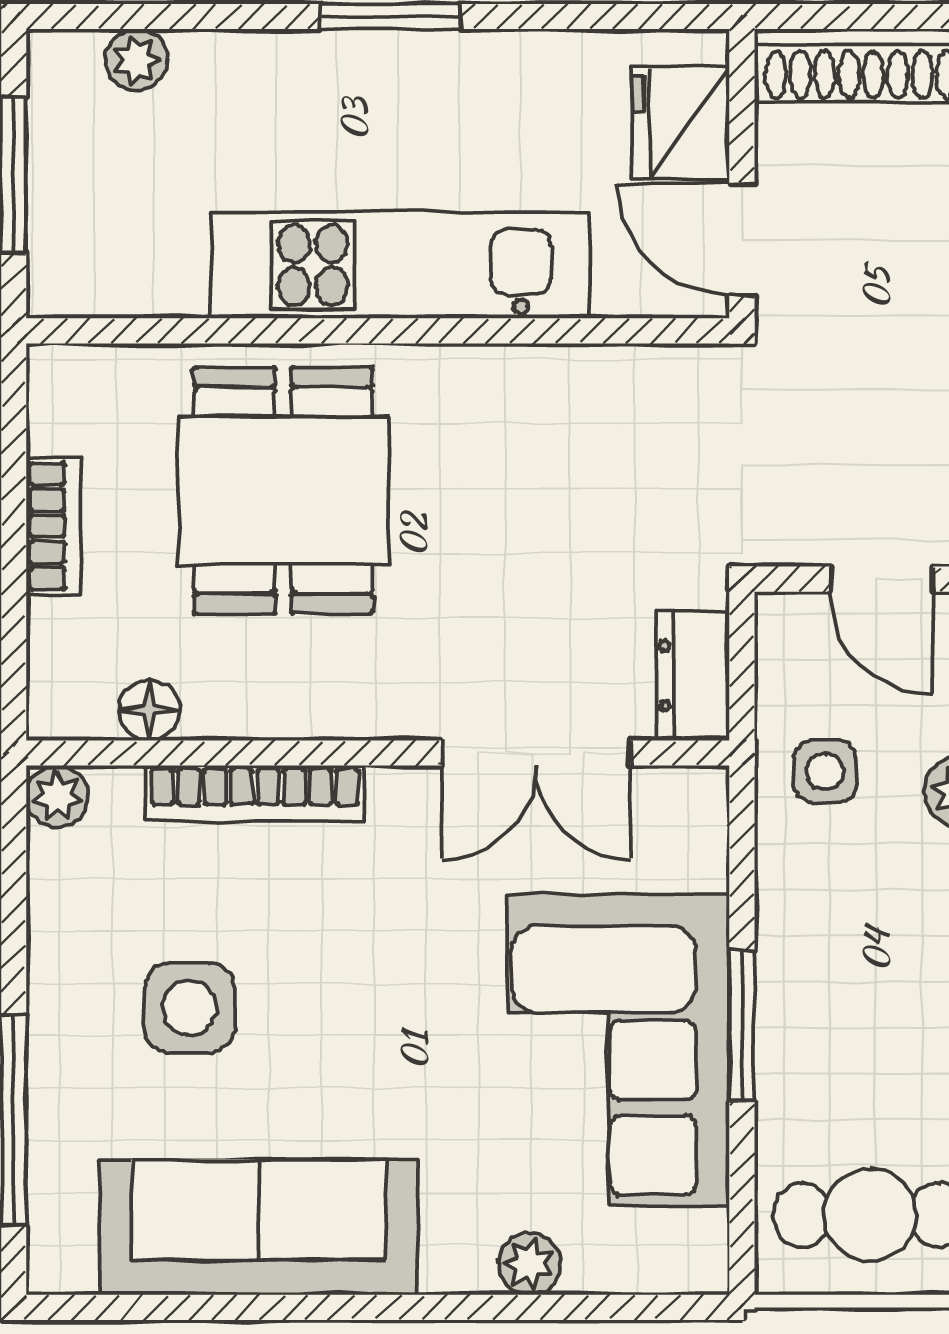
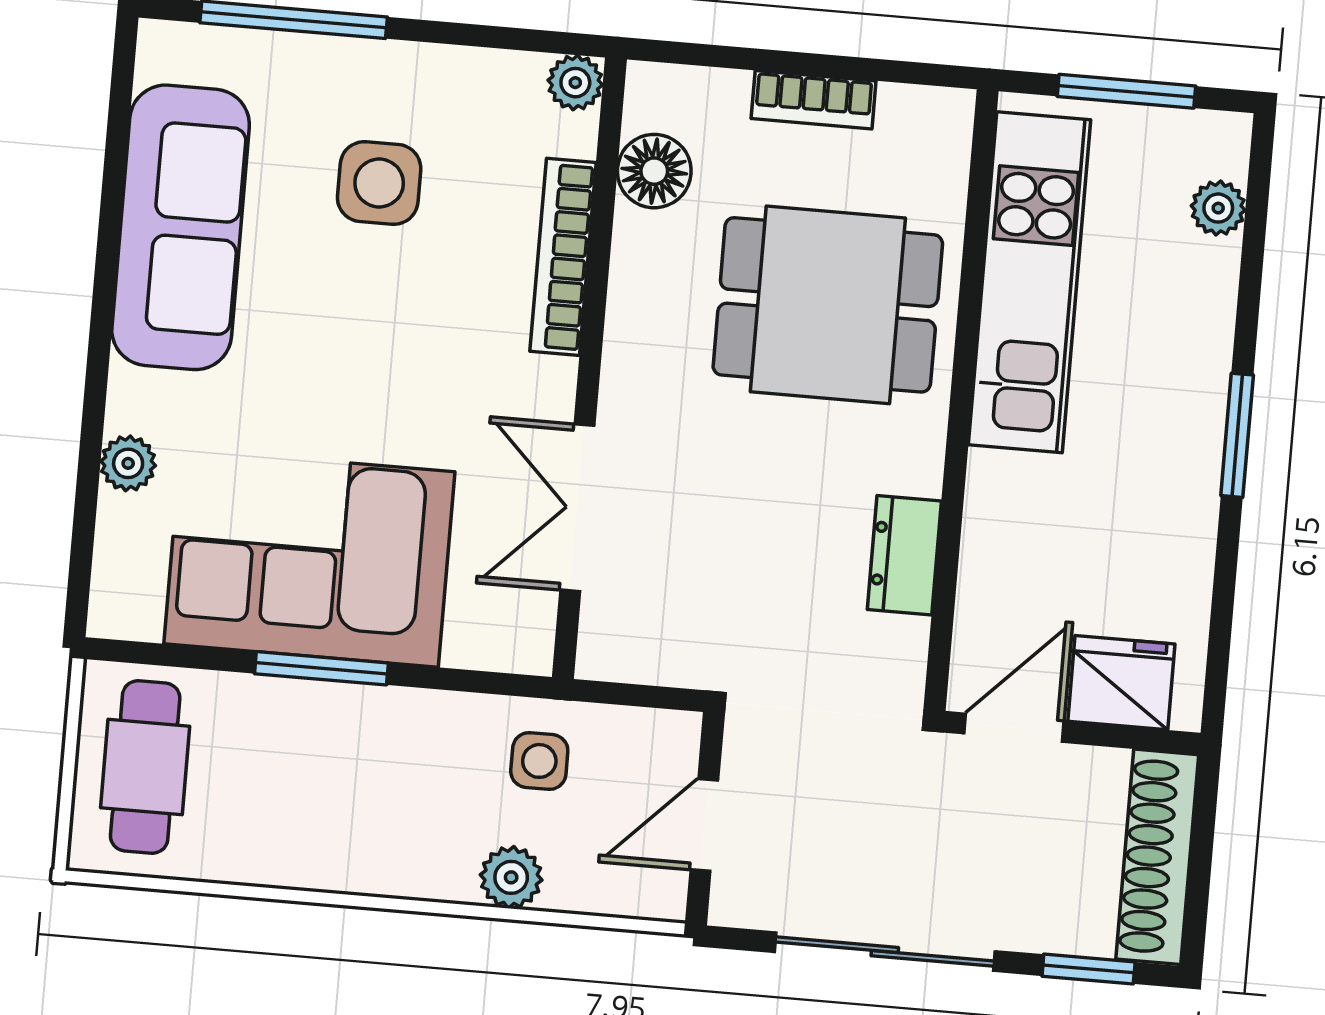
kitchen unit: (400, 265) -> (1029, 282), moved
dresser: (693, 676) -> (904, 555), moved, turned -90
floor lamp: (149, 710) -> (654, 171), width x1.37, depth x1.37

